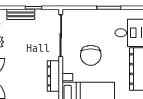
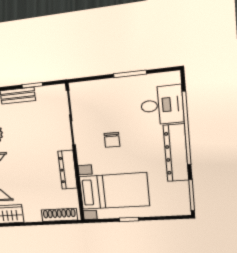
chair: (91, 55) -> (112, 140), width x0.54, depth x0.54

